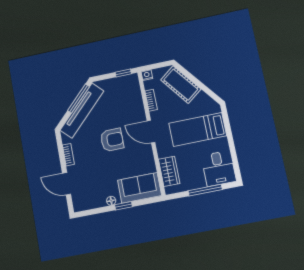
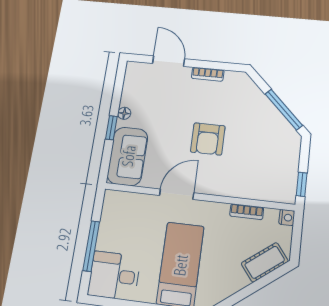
cot: (181, 85) -> (265, 262), width x0.73, depth x0.75
tv unit: (82, 111) -> (264, 110), removed
door: (151, 132) -> (177, 194), moved
wardrobe: (169, 171) -> (135, 204), removed
door: (67, 184) -> (169, 61), hinge flipped

